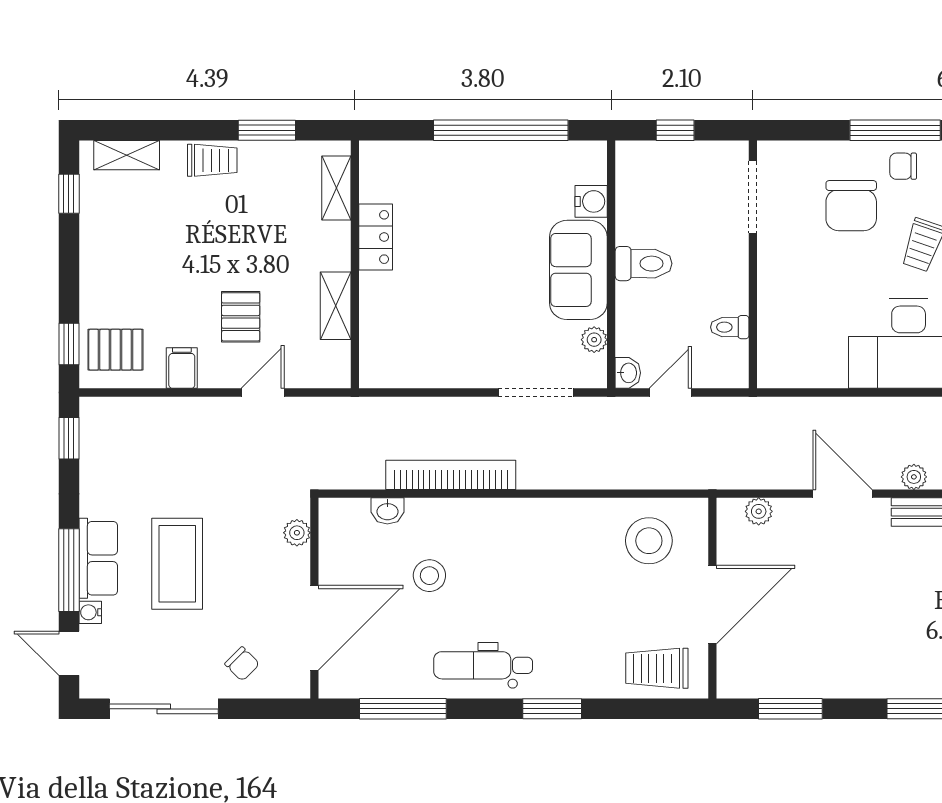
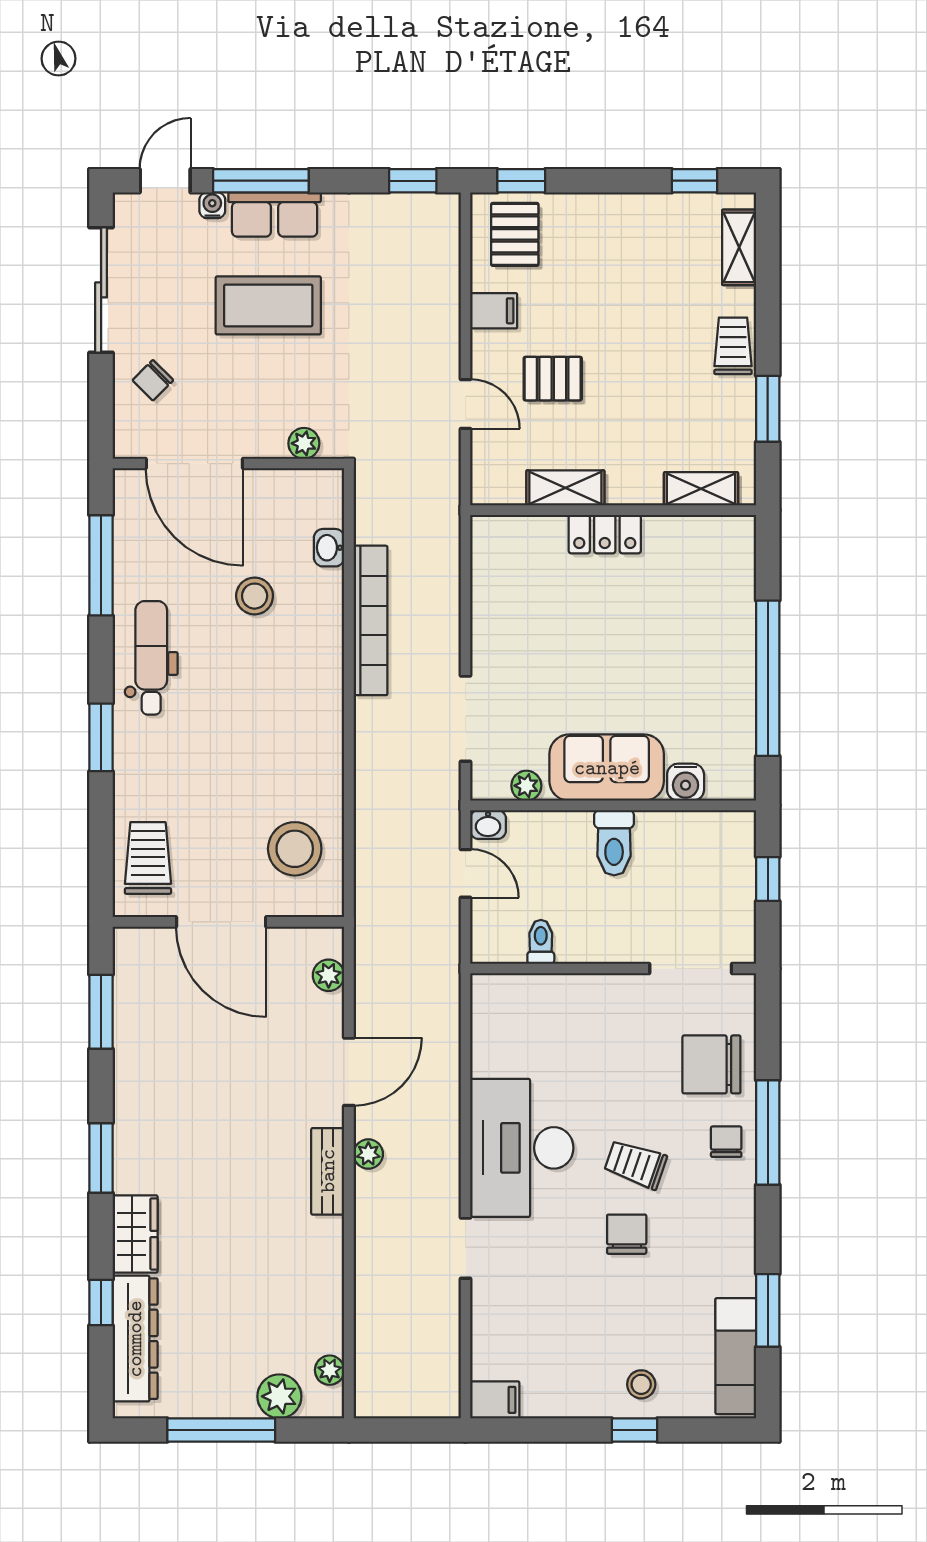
trolley: (212, 160) -> (733, 346), turned 180
chair: (851, 206) -> (711, 1064), moved
locker: (376, 237) -> (605, 534), moved

